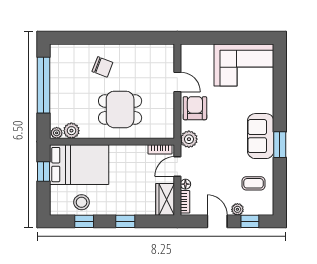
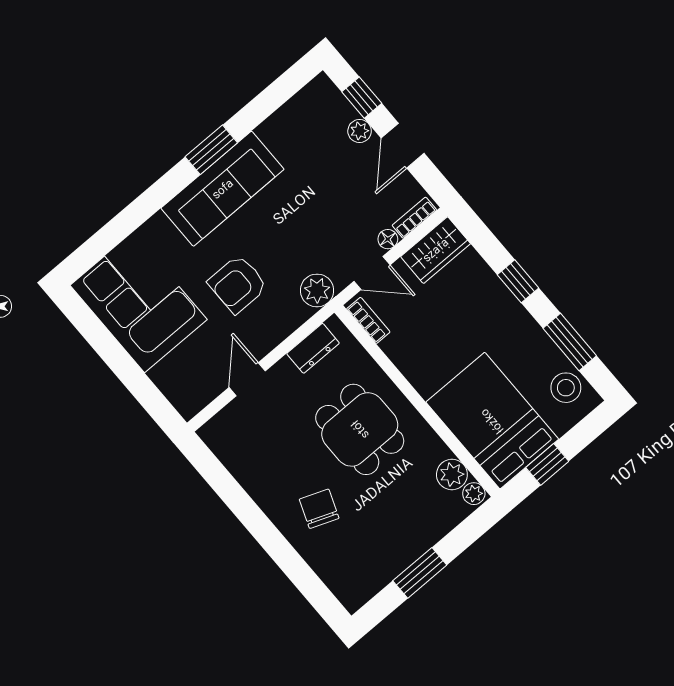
window: (44, 85) -> (420, 573), width x0.47
armchair: (195, 108) -> (238, 284), moved
dresser: (168, 118) -> (313, 348), added
sofa: (261, 136) -> (223, 189), width x1.36
coffee table: (254, 183) -> (301, 140), removed
stool: (82, 202) -> (566, 388), moved
window: (84, 221) -> (570, 342), width x1.50

